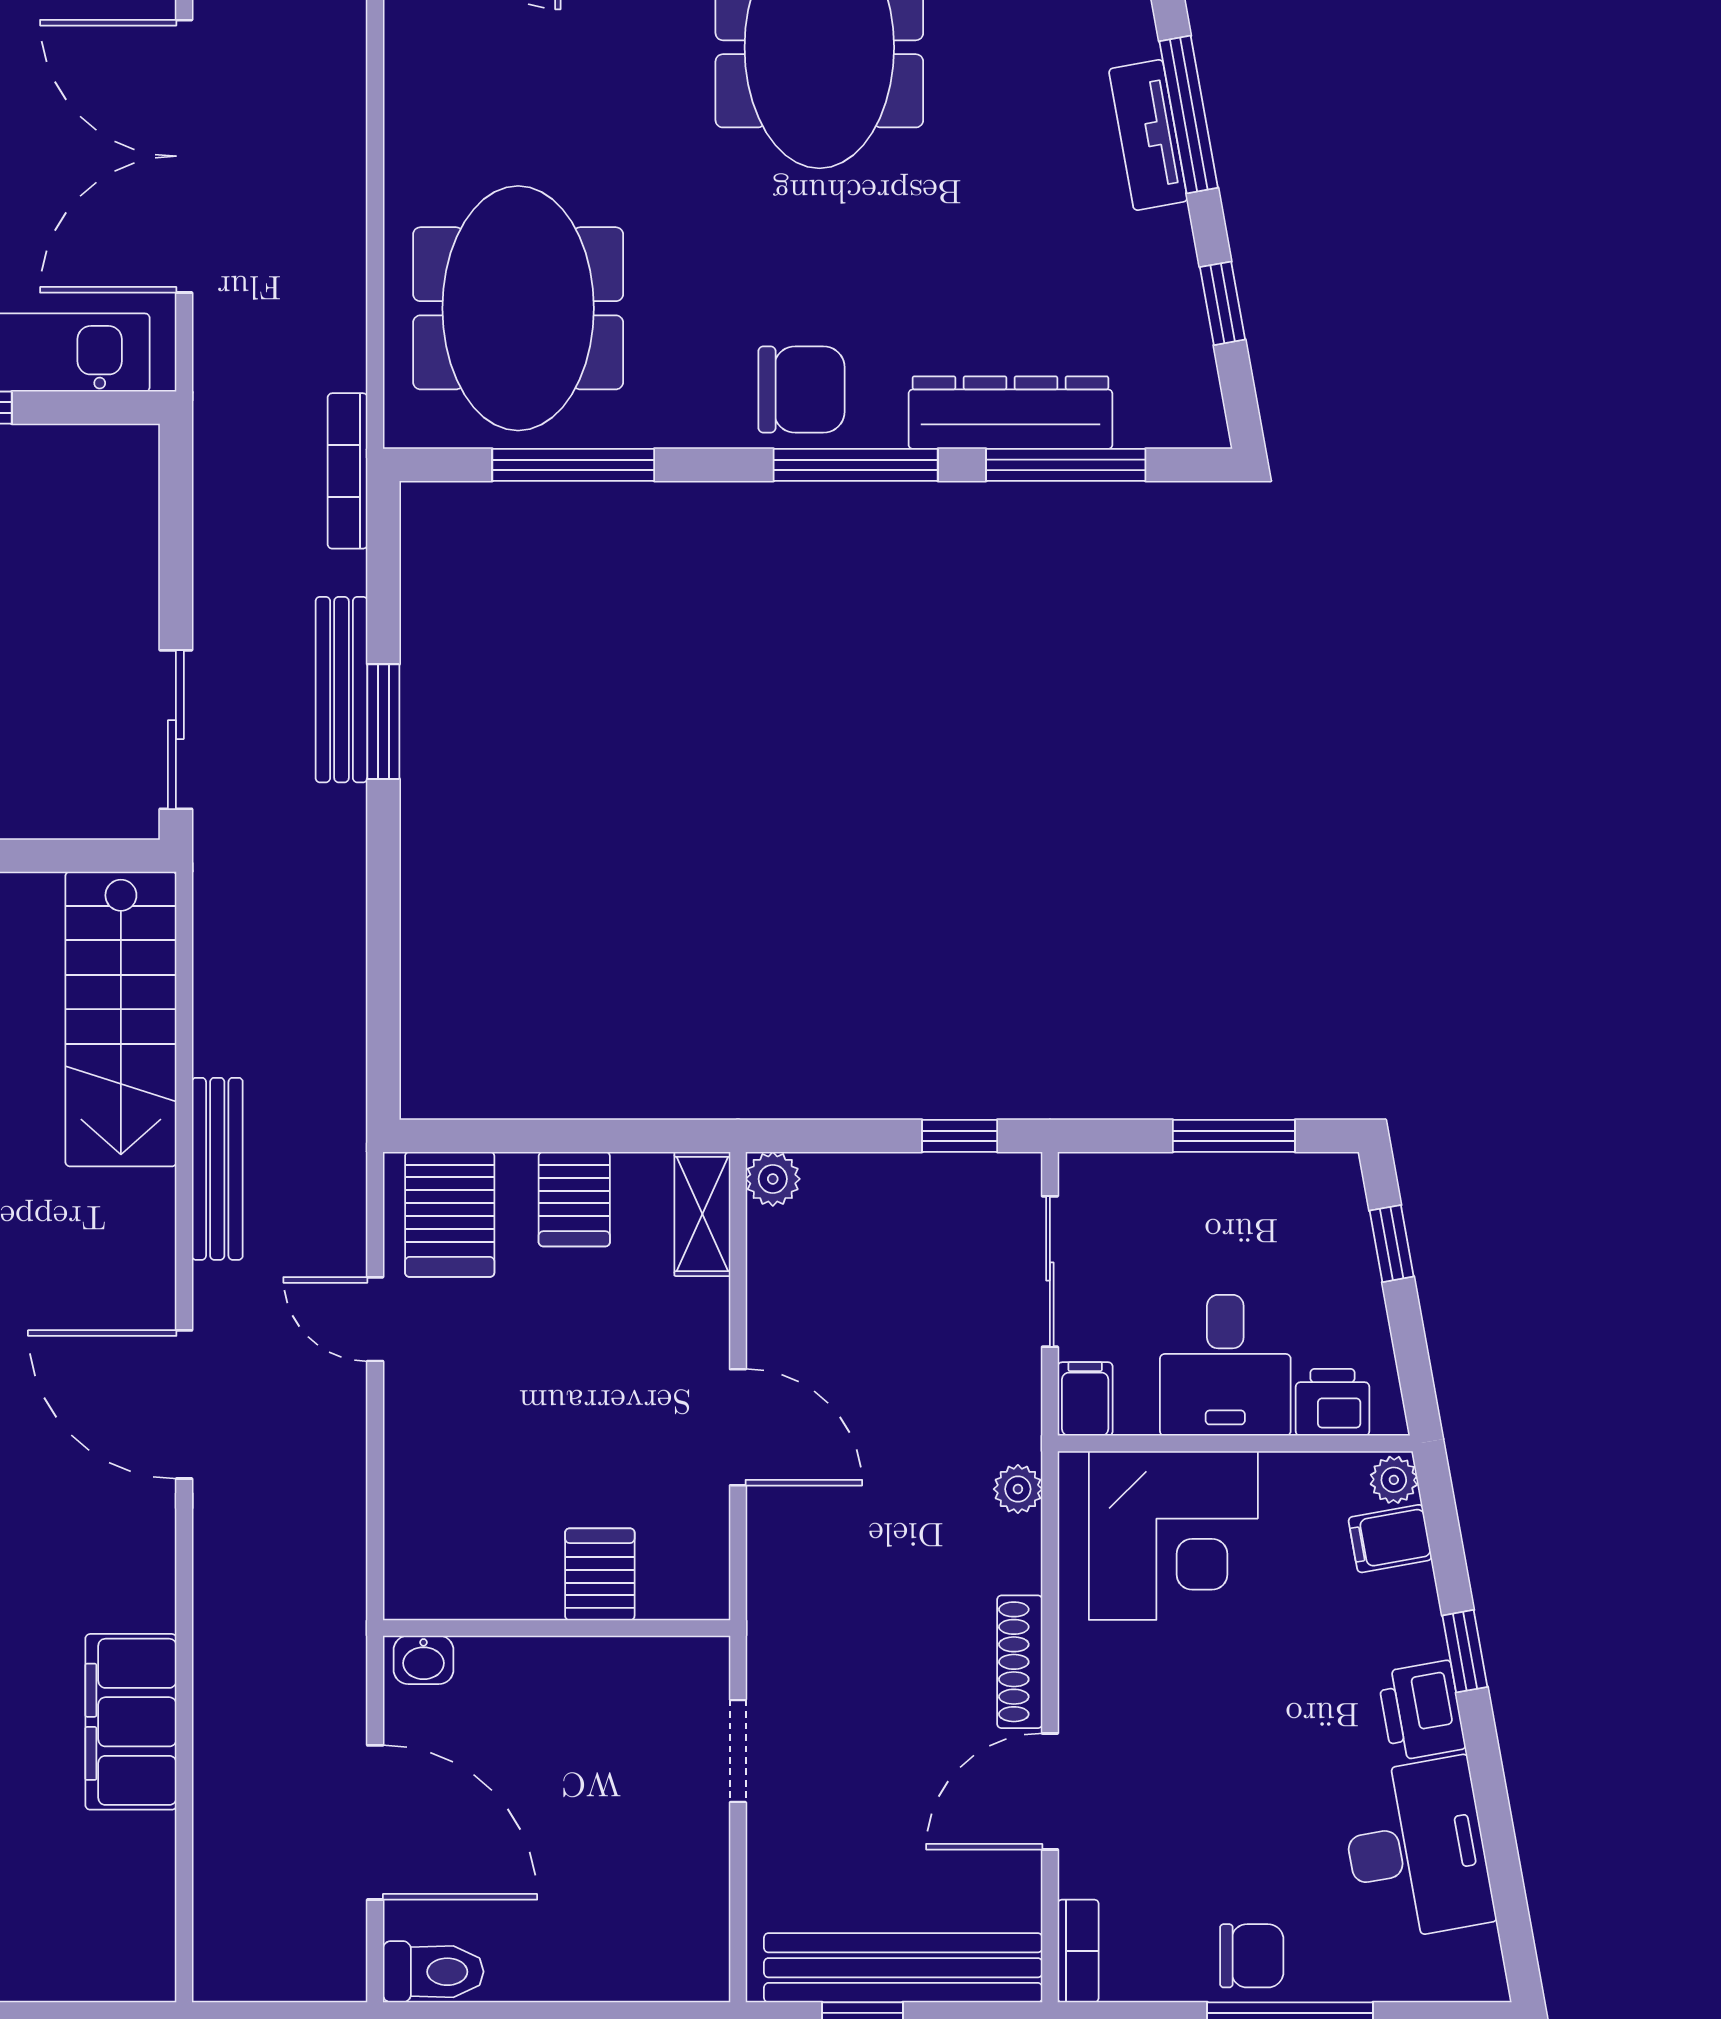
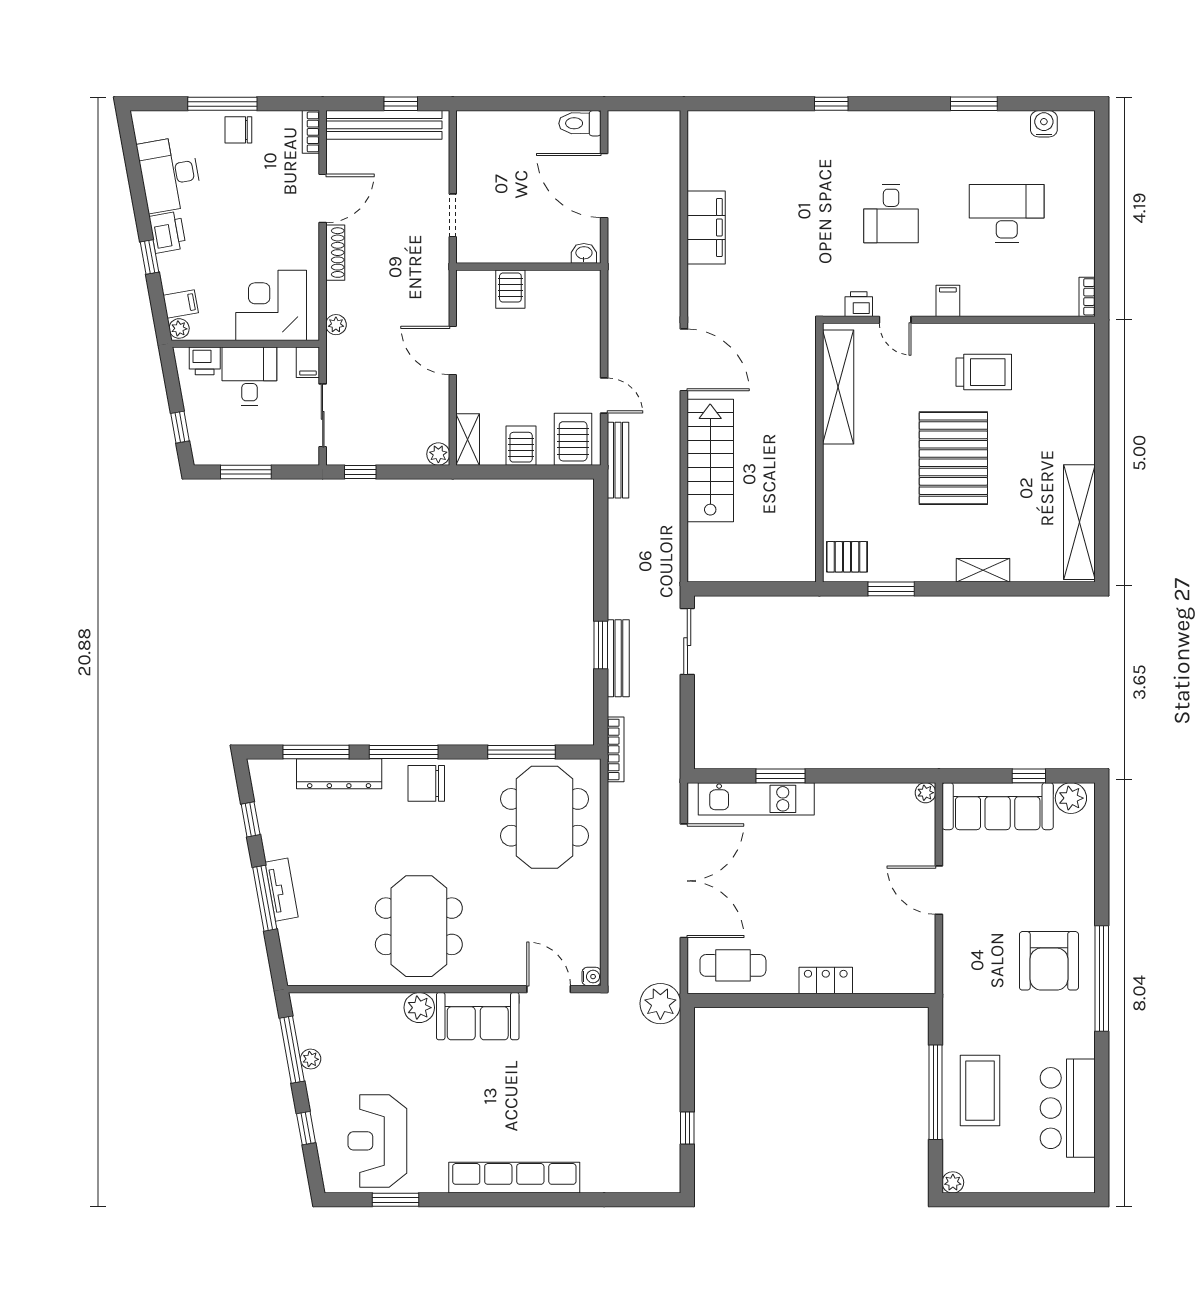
stairs: (121, 1019) -> (710, 460), moved
bench: (217, 1169) -> (618, 460), moved

